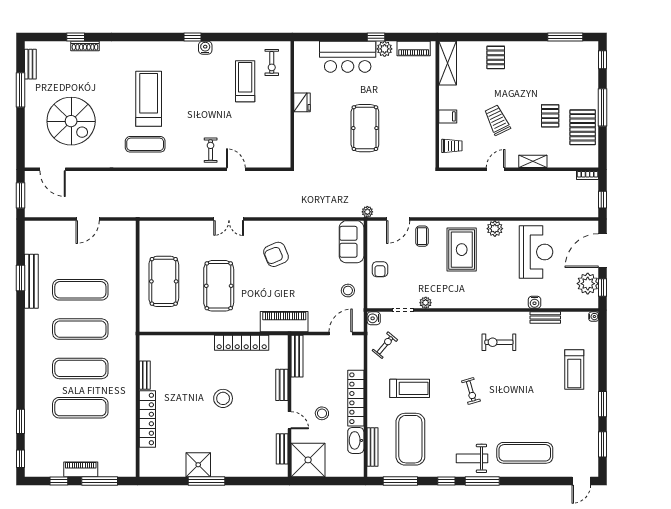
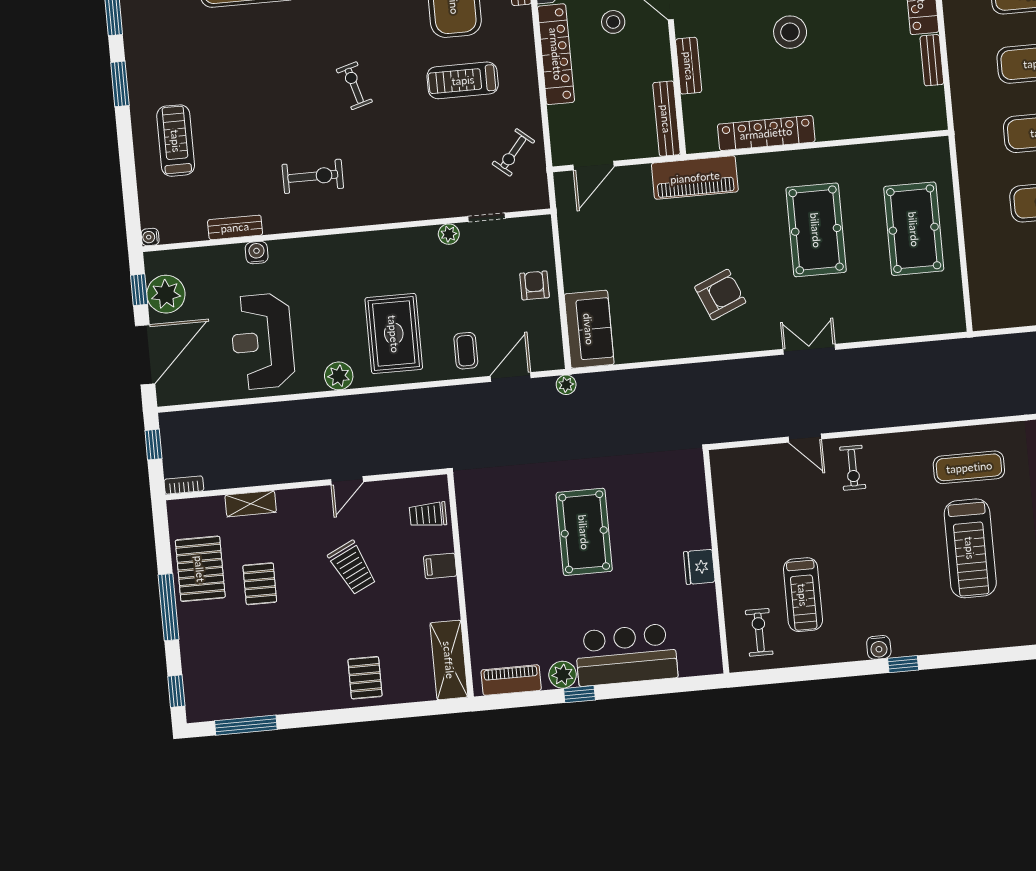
shelving: (533, 161) -> (251, 504), moved
stool: (348, 291) -> (588, 243), removed
water cooler: (374, 318) -> (538, 198), removed

